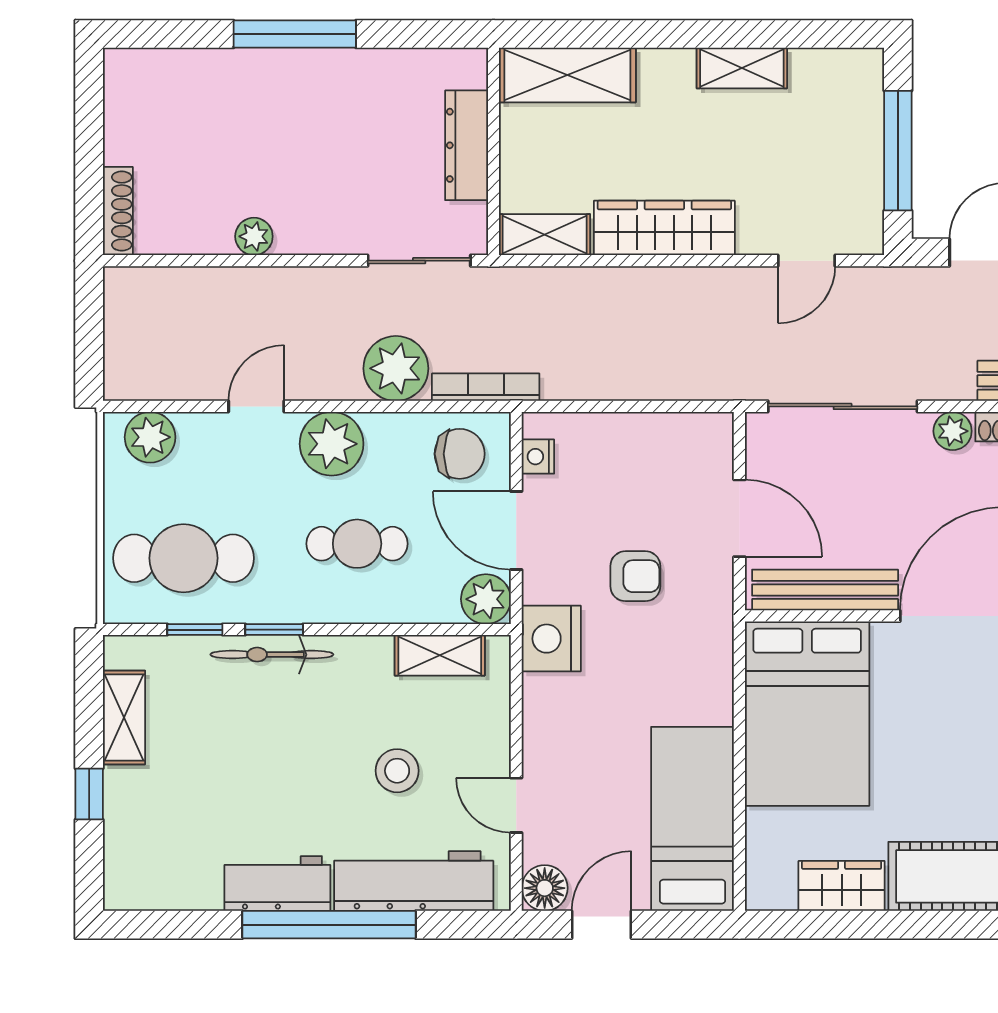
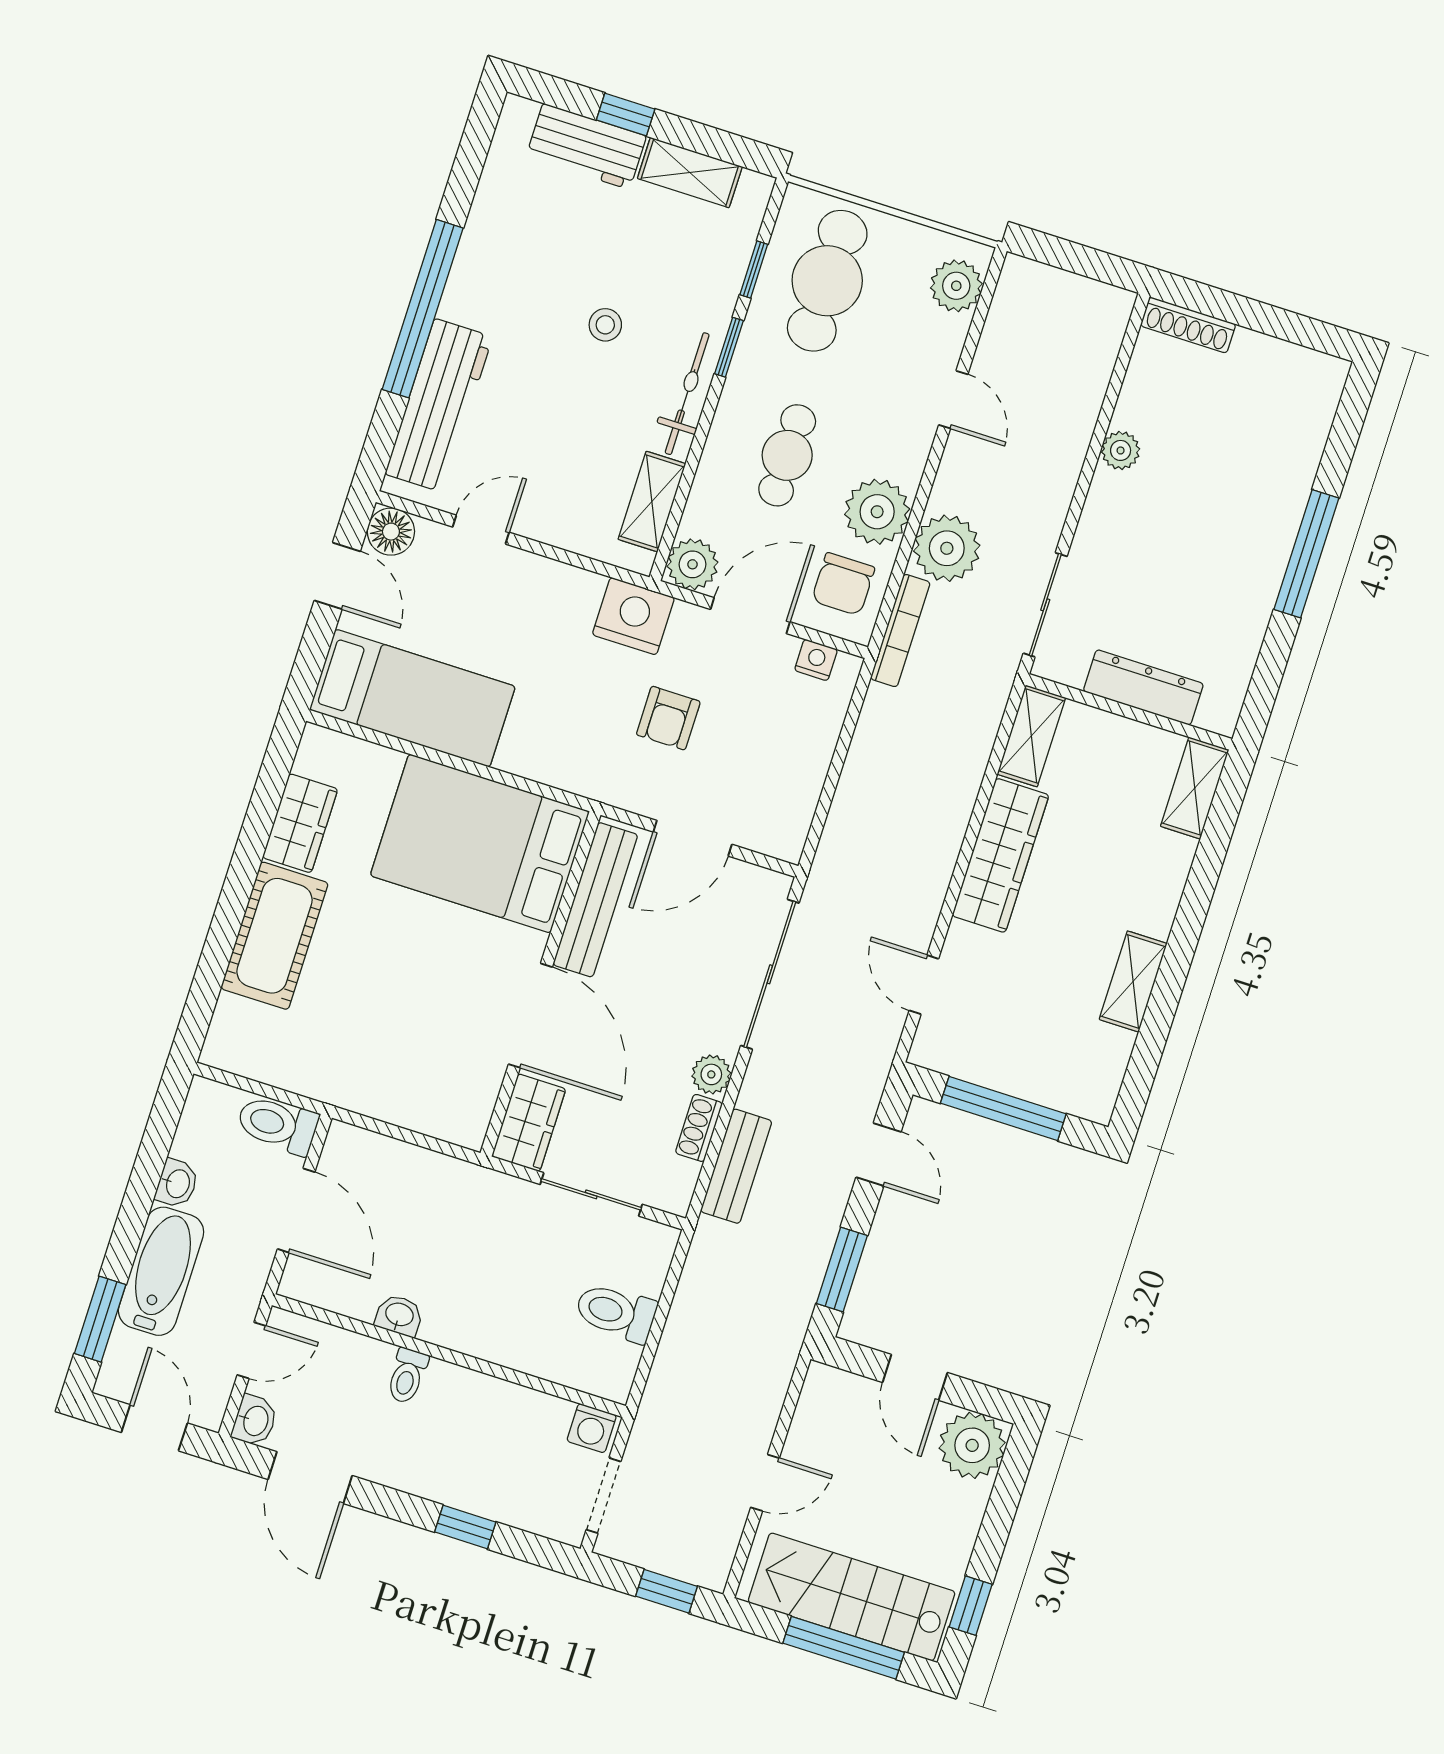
shelving: (567, 75) -> (1195, 788), width x0.67, depth x0.75
plant: (332, 444) -> (877, 512), moved
bicycle: (272, 655) -> (687, 394), moved
stool: (397, 771) -> (605, 325), moved, width x0.73, depth x0.73
workbench: (277, 884) -> (586, 146), moved, turned 90

